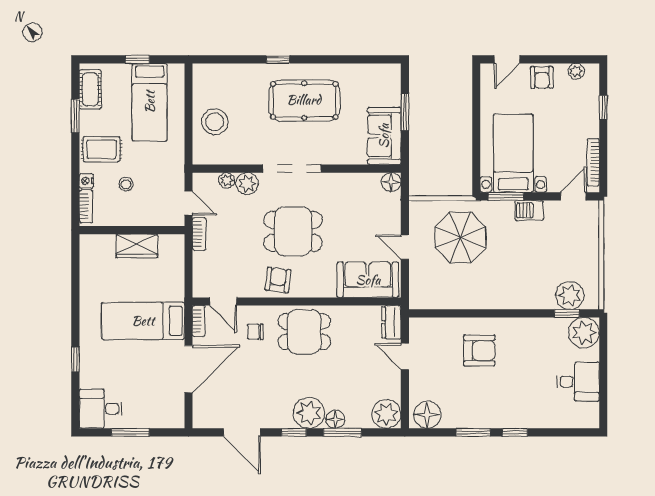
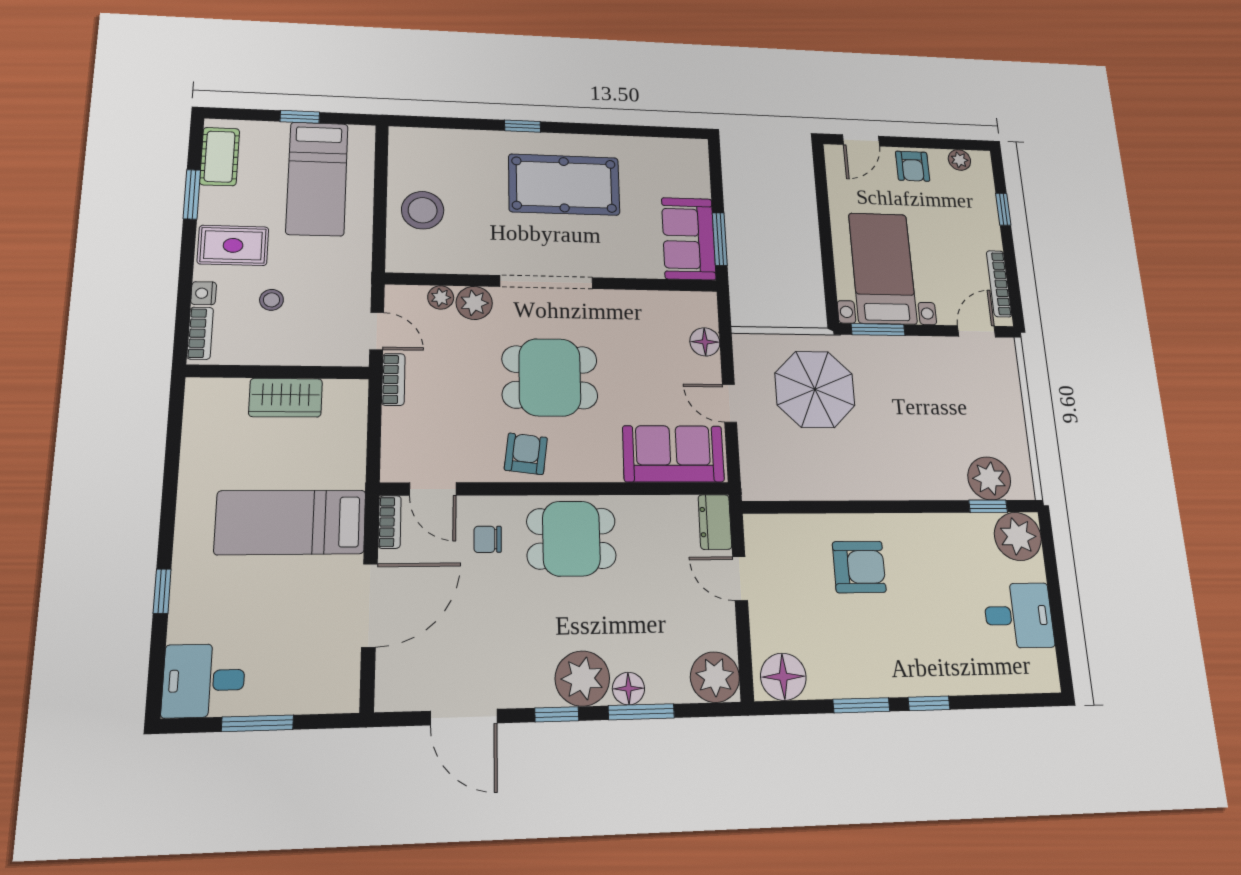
window: (405, 112) -> (720, 239), moved
floor lamp: (391, 182) -> (705, 342), moved
barbecue: (529, 210) -> (914, 351), removed

